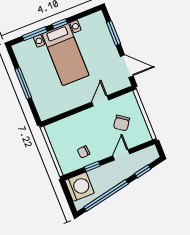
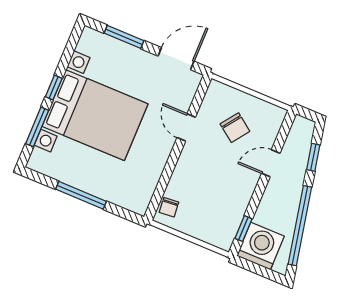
bed with nightstands: (66, 54) -> (95, 115), width x1.36
chair: (84, 152) -> (169, 207), moved
door: (121, 155) -> (271, 163), hinge flipped
window: (92, 166) -> (243, 229), moved

